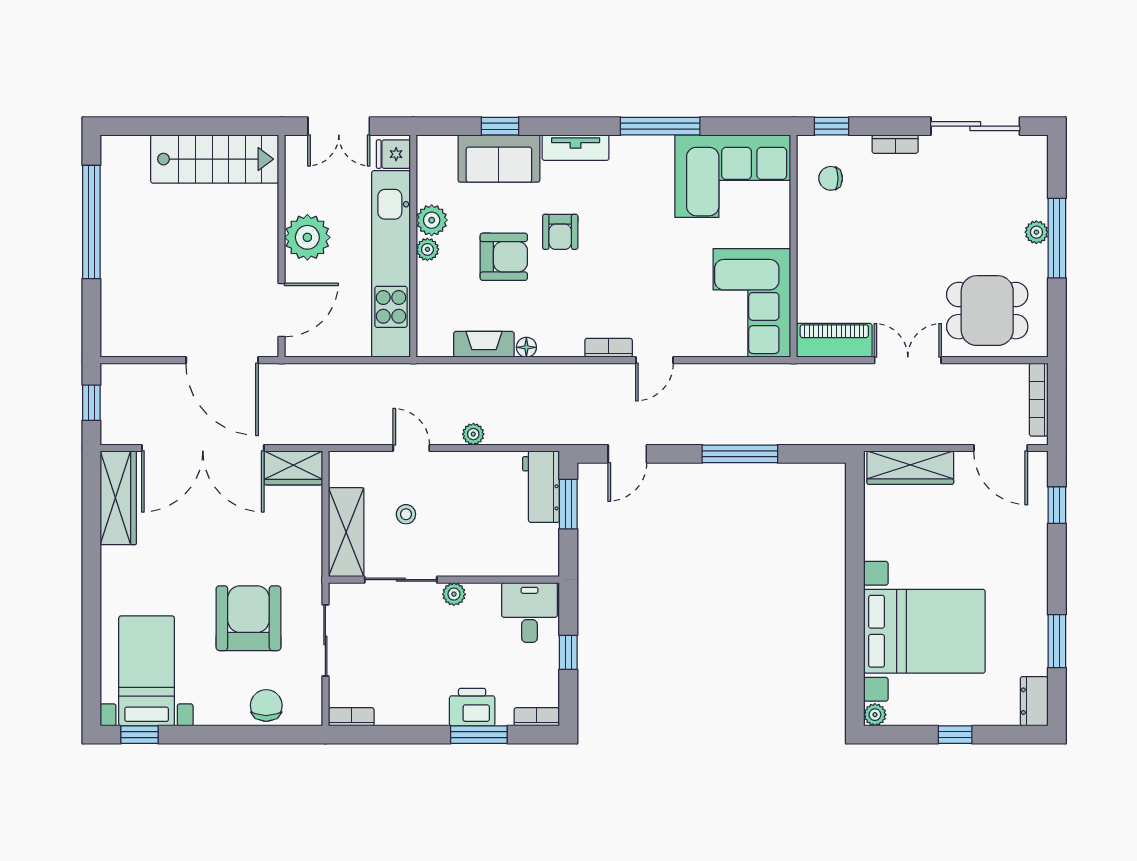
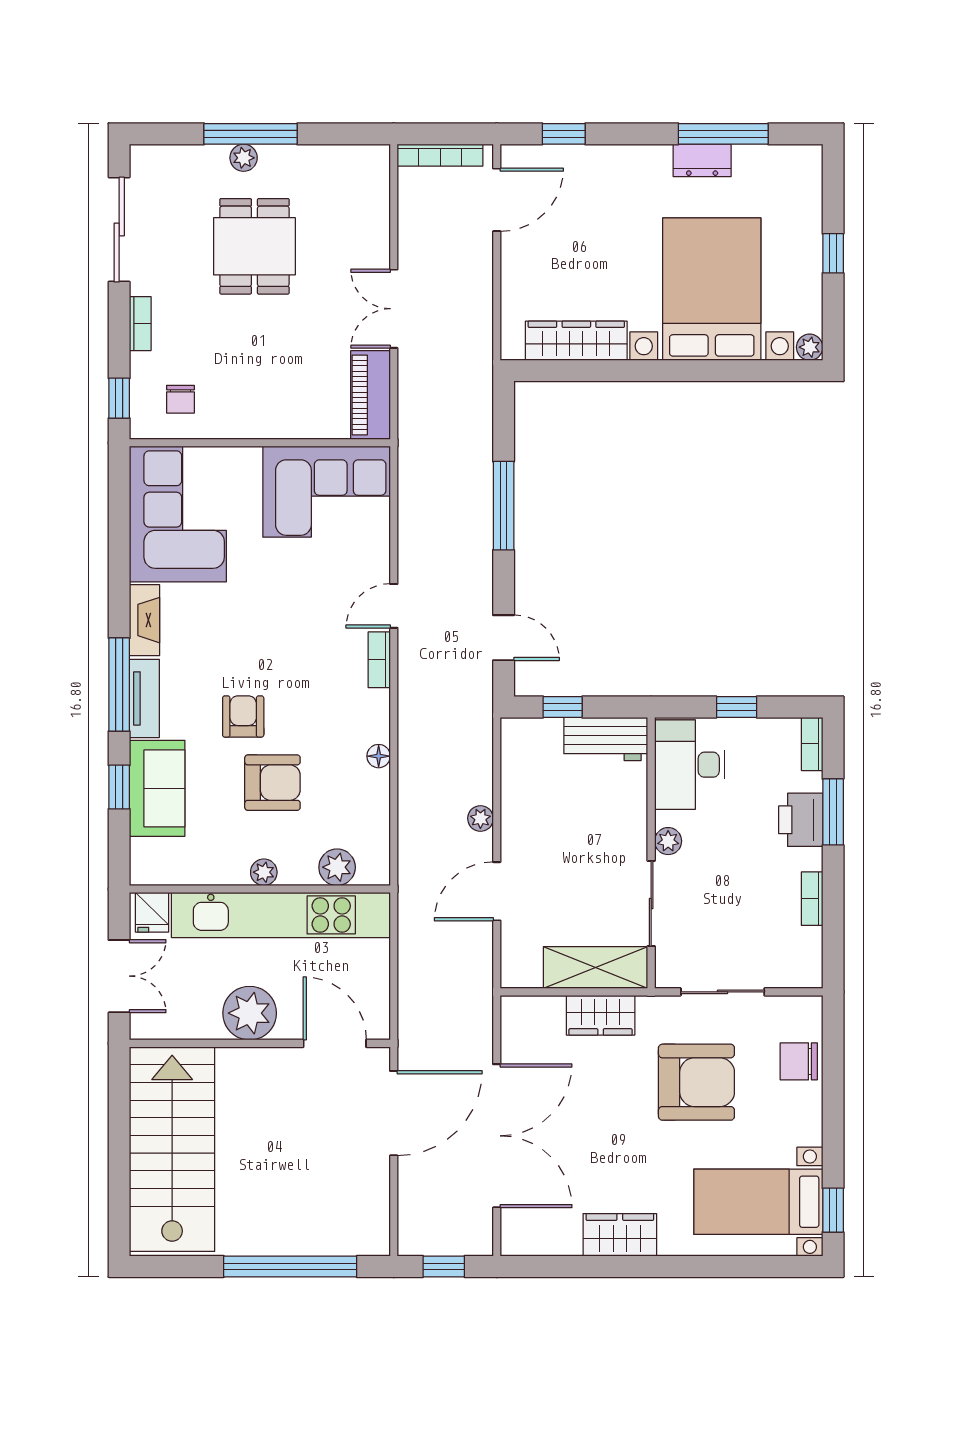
window: (660, 126) -> (119, 685), moved
stairs: (215, 159) -> (172, 1149), width x1.36, depth x1.51
plant: (432, 220) -> (337, 867), moved
window: (91, 222) -> (290, 1266), moved
armchair: (560, 232) -> (243, 716), turned -90
armchair: (504, 257) -> (272, 783), turned 90
dining table: (987, 311) -> (254, 246), moved
fireplace: (484, 344) -> (145, 620), moved, turned 180
door: (655, 360) -> (394, 606), swing flipped
door: (411, 448) -> (497, 891), width x1.38
wardrobe: (293, 468) -> (601, 1015), moved, turned 90
wardrobe: (910, 468) -> (576, 341), moved, turned -90
workbench: (541, 487) -> (606, 739), moved
wardrobe: (118, 498) -> (620, 1235), moved, width x0.67
window: (568, 504) -> (563, 707), width x0.67
stool: (406, 514) -> (574, 897), removed
desk: (529, 612) -> (690, 765), width x1.37
armchair: (248, 618) -> (696, 1082), turned 180
window: (1057, 641) -> (723, 134), width x1.44
dresser: (1034, 701) -> (702, 160), moved
bookcase: (351, 717) -> (812, 899), moved

